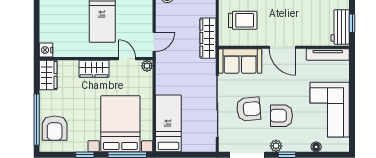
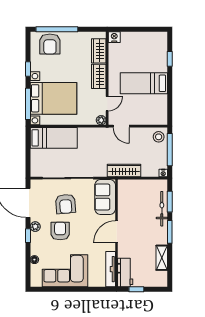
trolley: (243, 20) -> (139, 199), removed
workbench: (340, 27) -> (125, 273), moved, turned 90
wardrobe: (48, 75) -> (99, 51), moved, turned 90
armchair: (55, 128) -> (50, 44), turned -90

